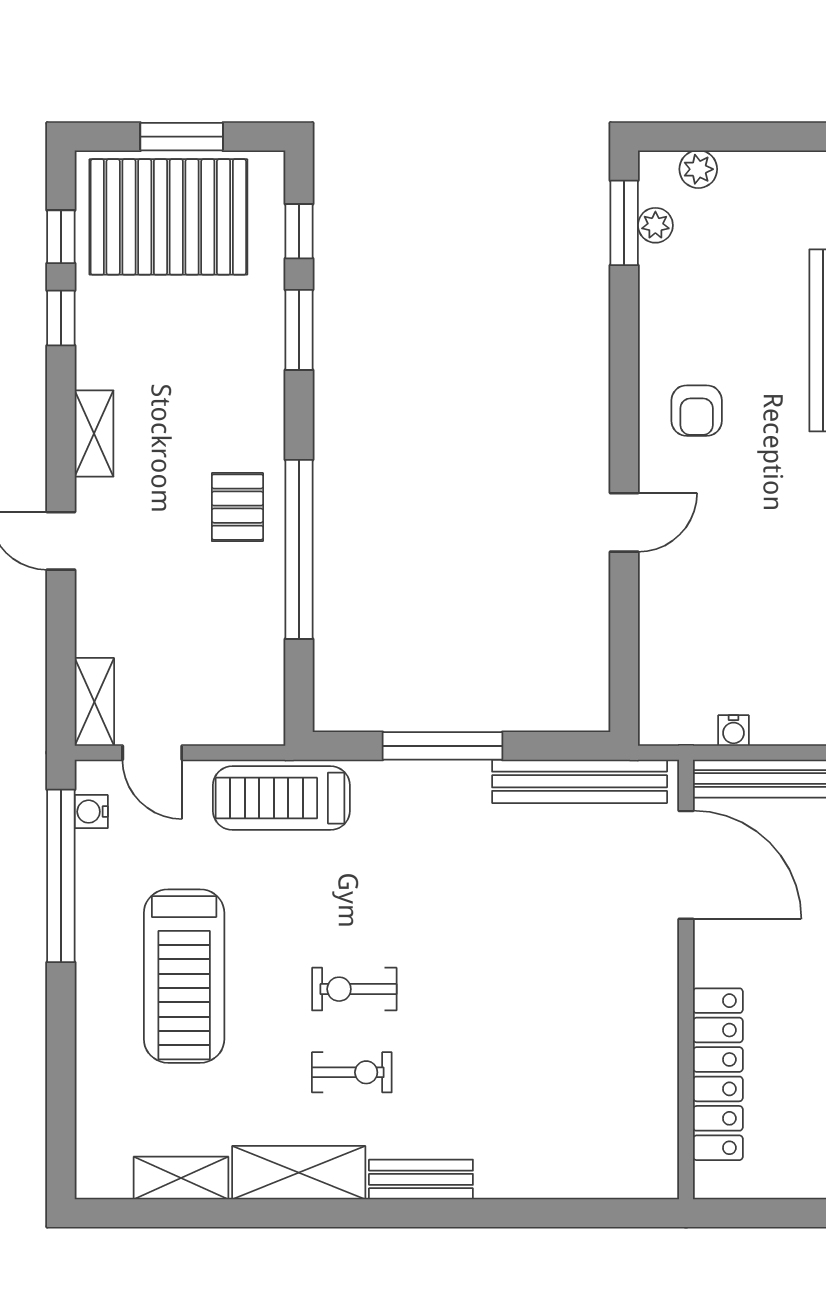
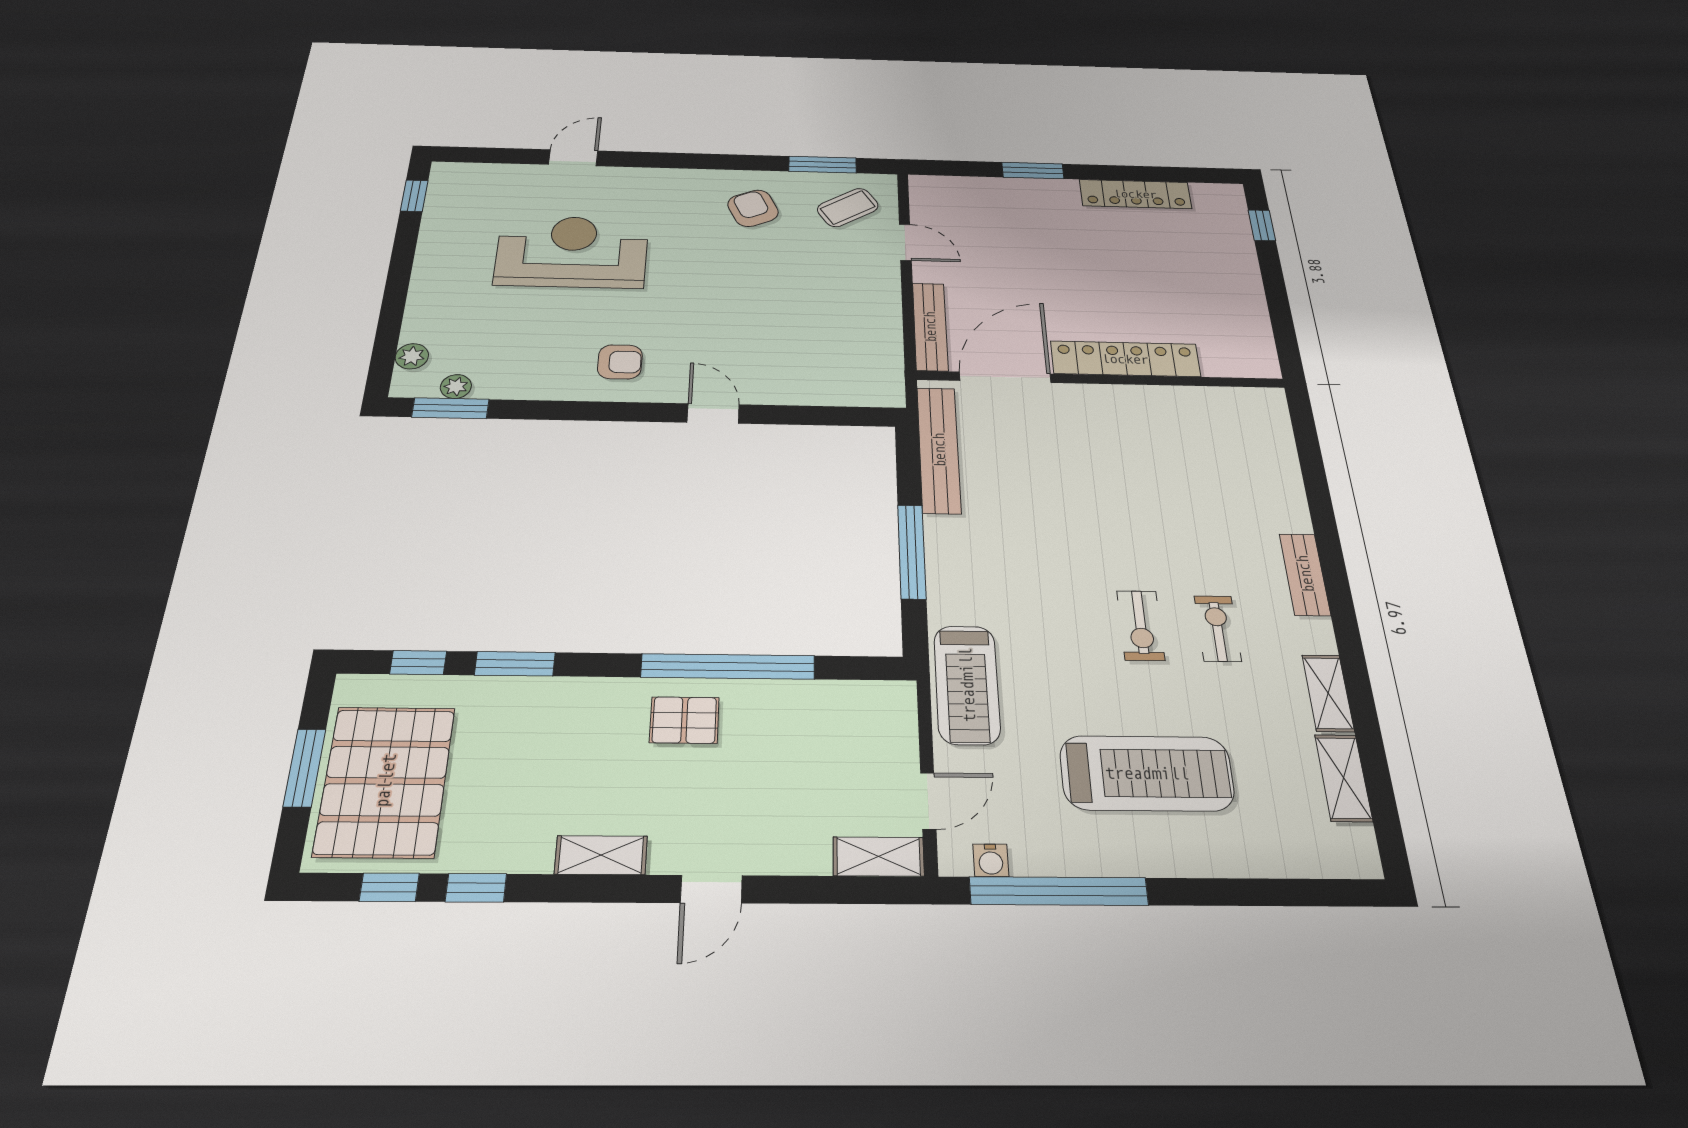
water cooler: (733, 730) -> (891, 343), removed
locker: (718, 1074) -> (1125, 359), moved
shelving: (299, 1173) -> (1328, 693), width x0.67, depth x0.75

